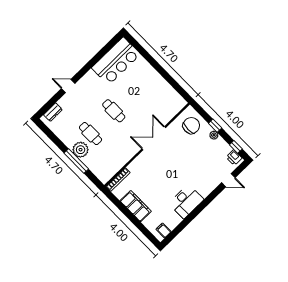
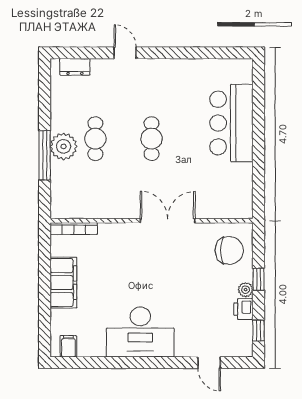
bar counter: (116, 61) -> (231, 123), moved, turned 90
printer: (234, 158) -> (243, 309), moved
desk: (186, 201) -> (140, 332), width x1.36, depth x1.30

